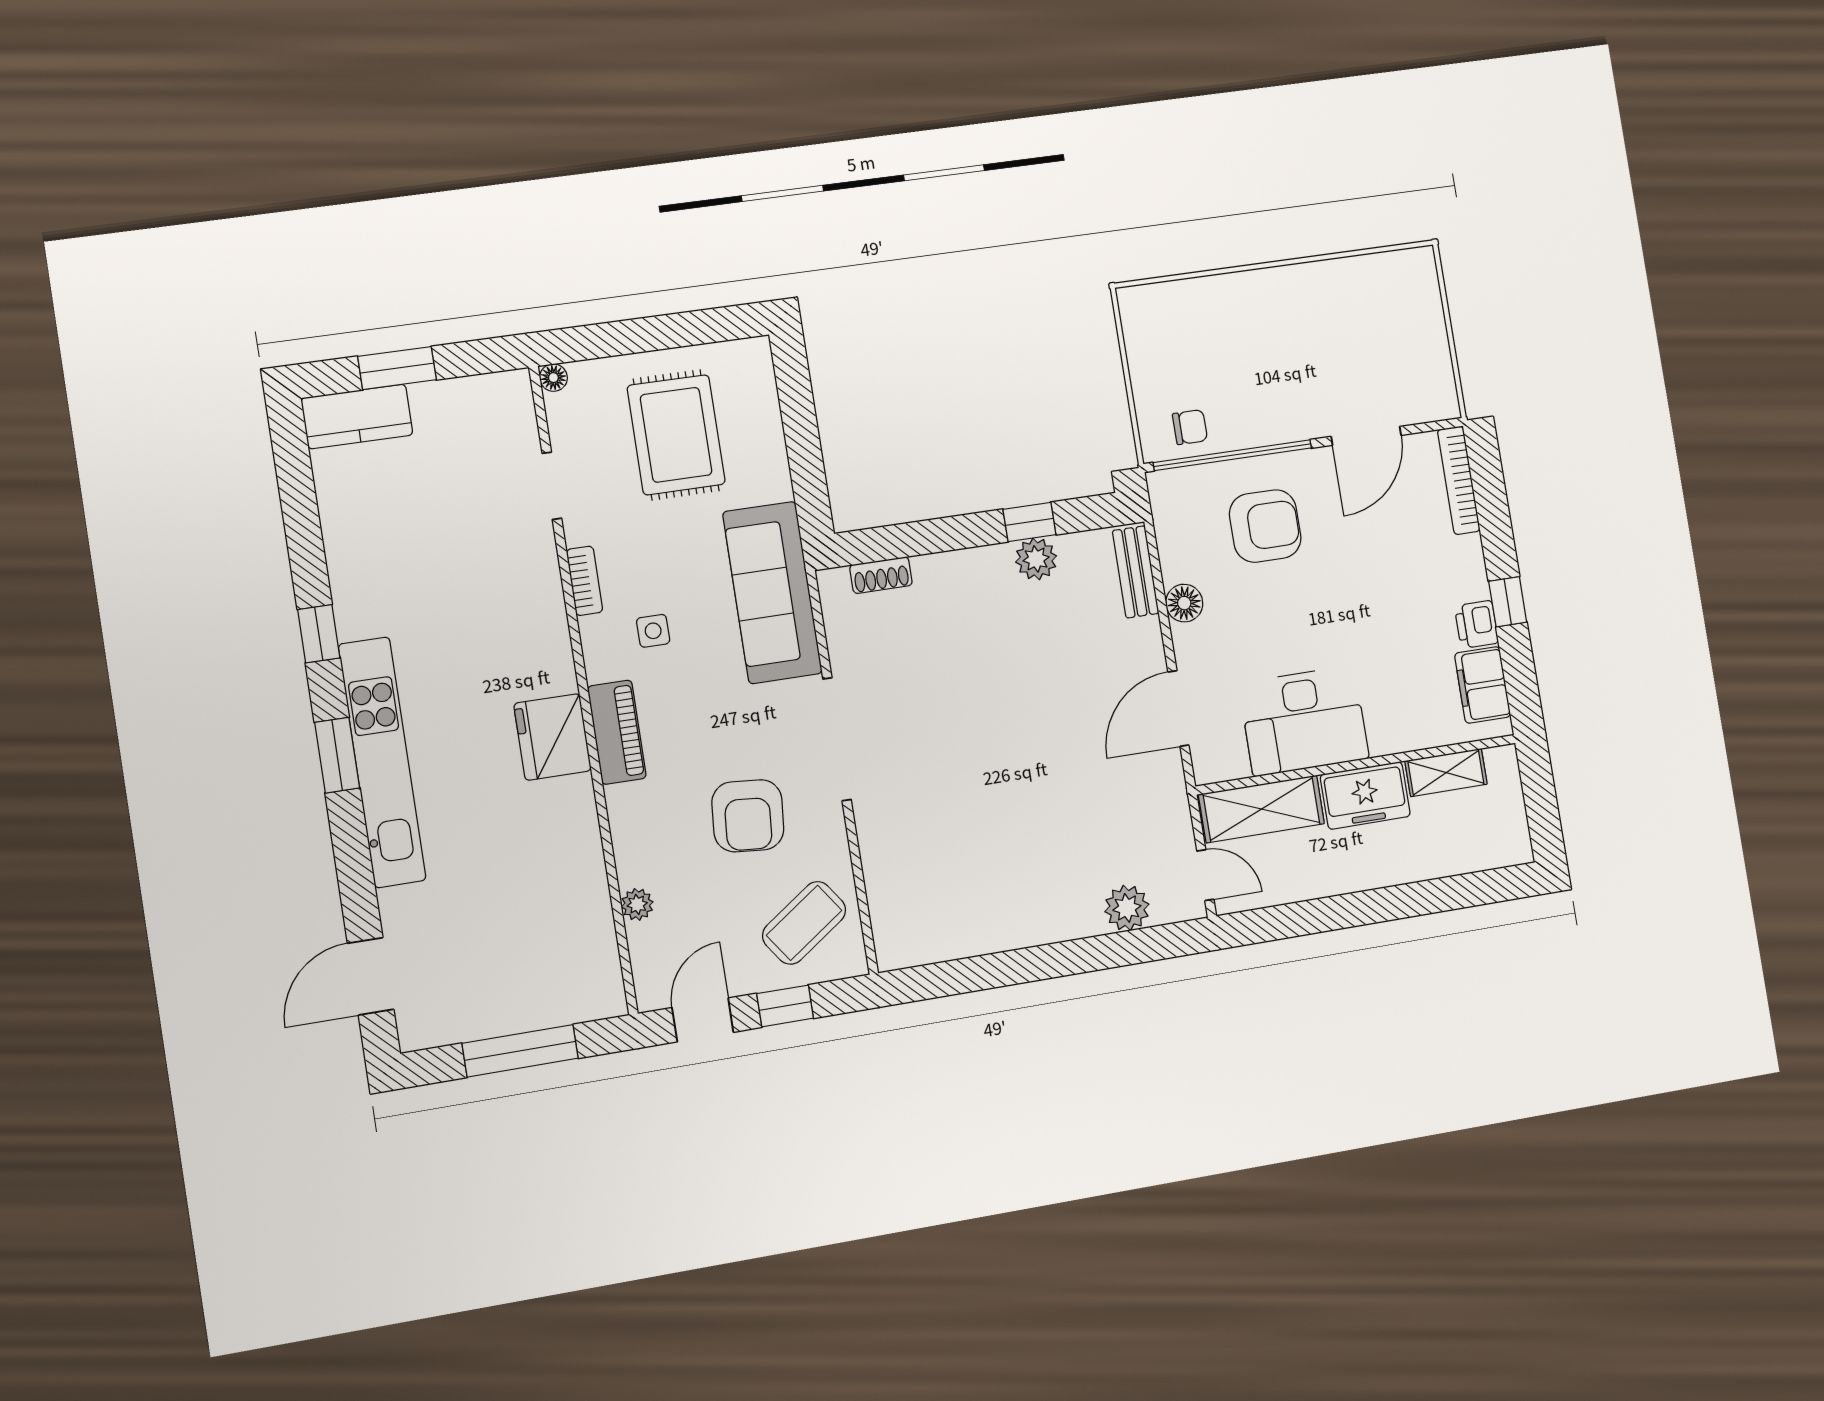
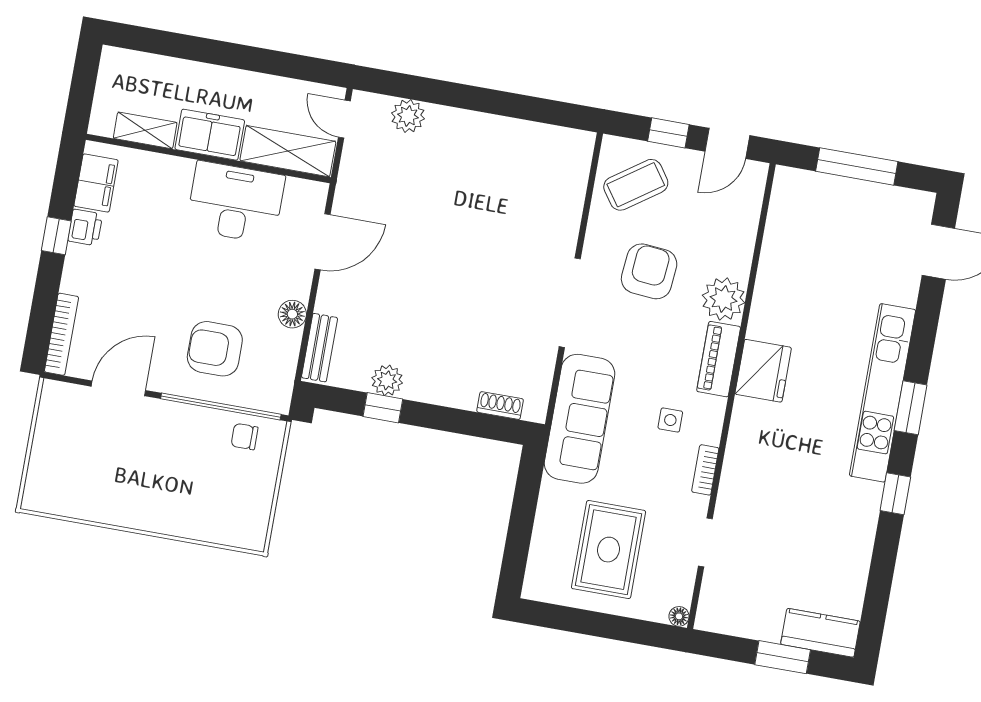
plant: (637, 904) -> (724, 299), moved, width x1.88, depth x1.88

